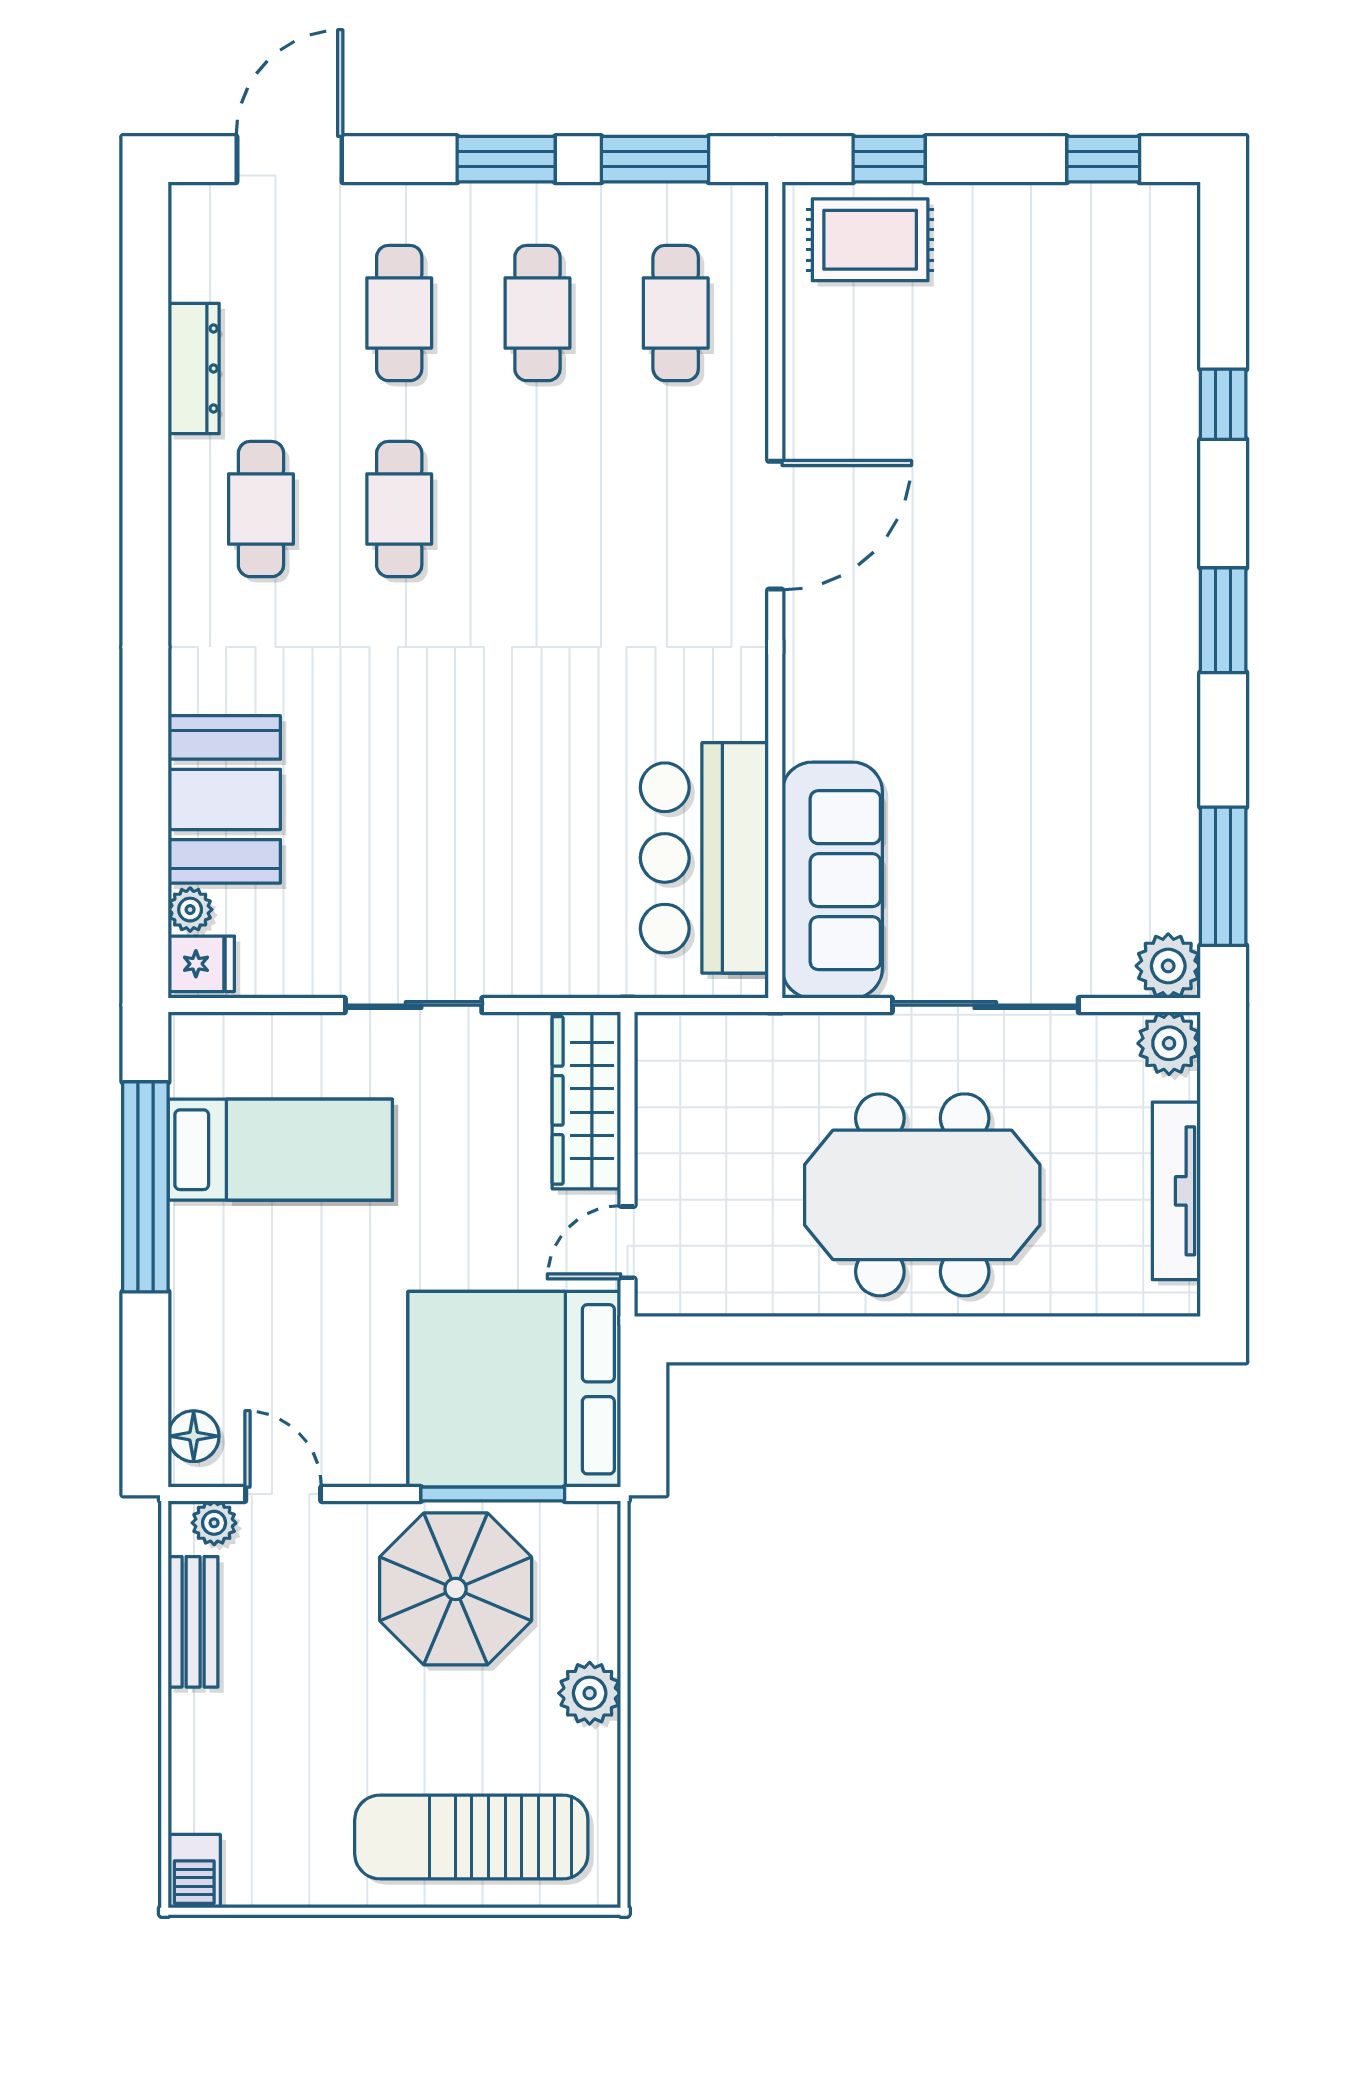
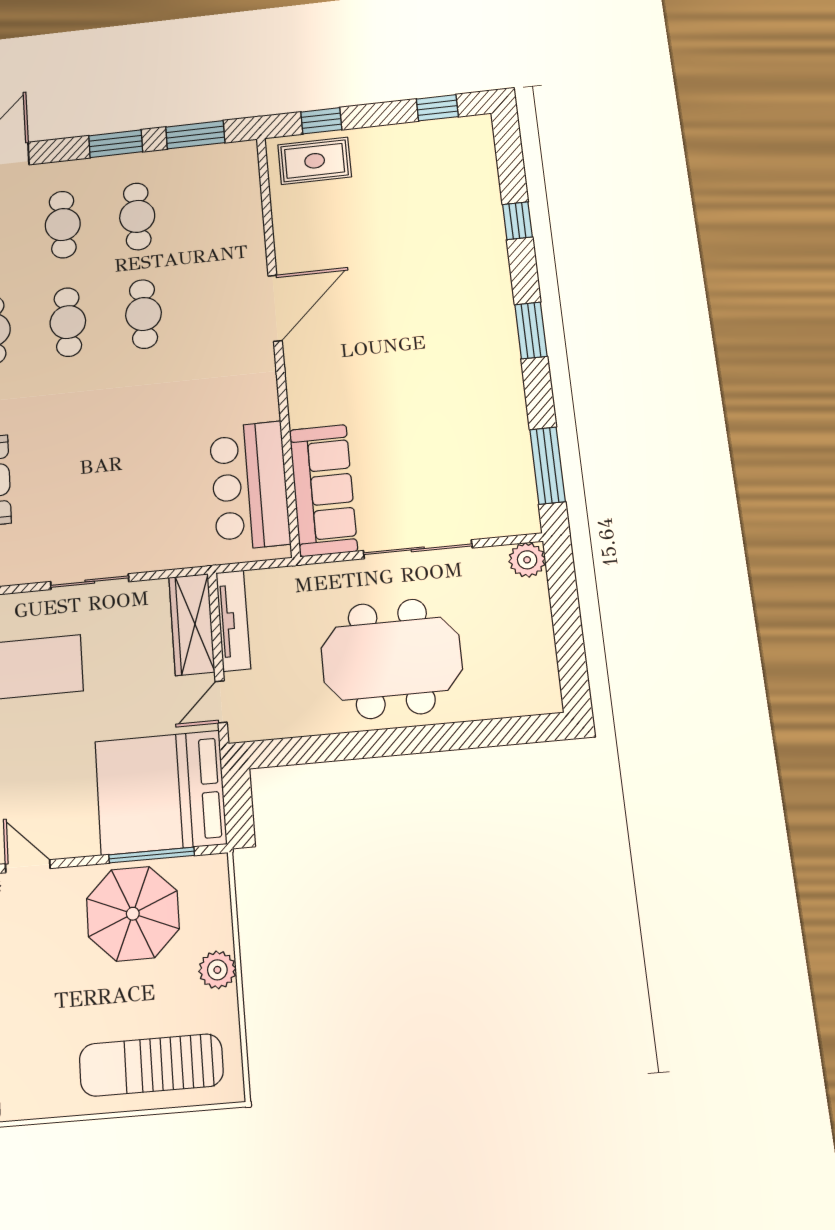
cafe table: (676, 313) -> (143, 314), moved
plant: (1168, 966) -> (522, 517), removed
tv unit: (1176, 1191) -> (233, 621), moved, turned 180

